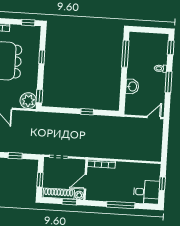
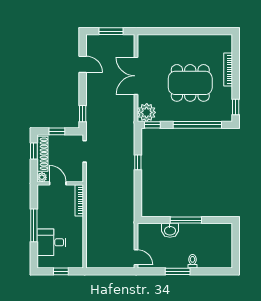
window: (171, 48) -> (217, 271), removed
window: (125, 54) -> (186, 220), moved
window: (42, 57) -> (197, 125), width x3.17
window: (87, 112) -> (138, 162), moved
window: (15, 156) -> (83, 114), moved
desk: (146, 192) -> (51, 242), moved, turned 90
window: (69, 202) -> (34, 151), moved

